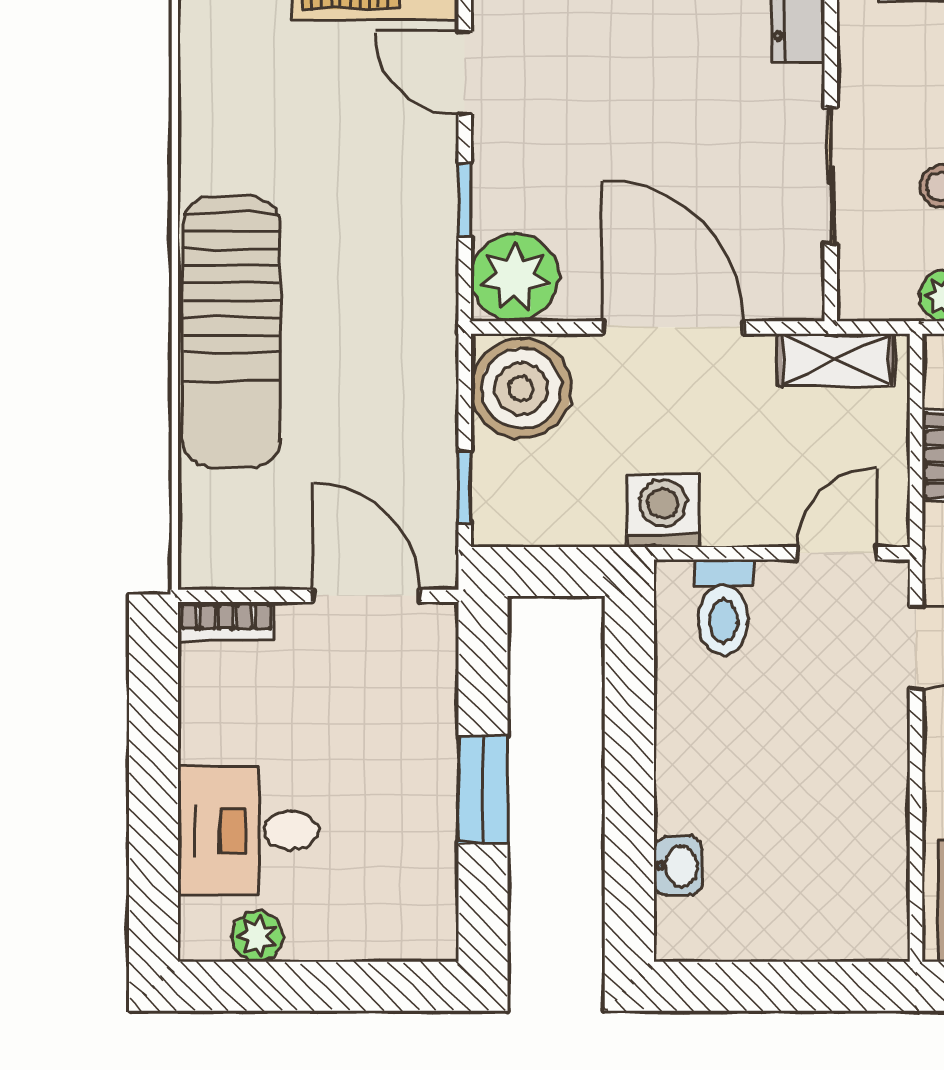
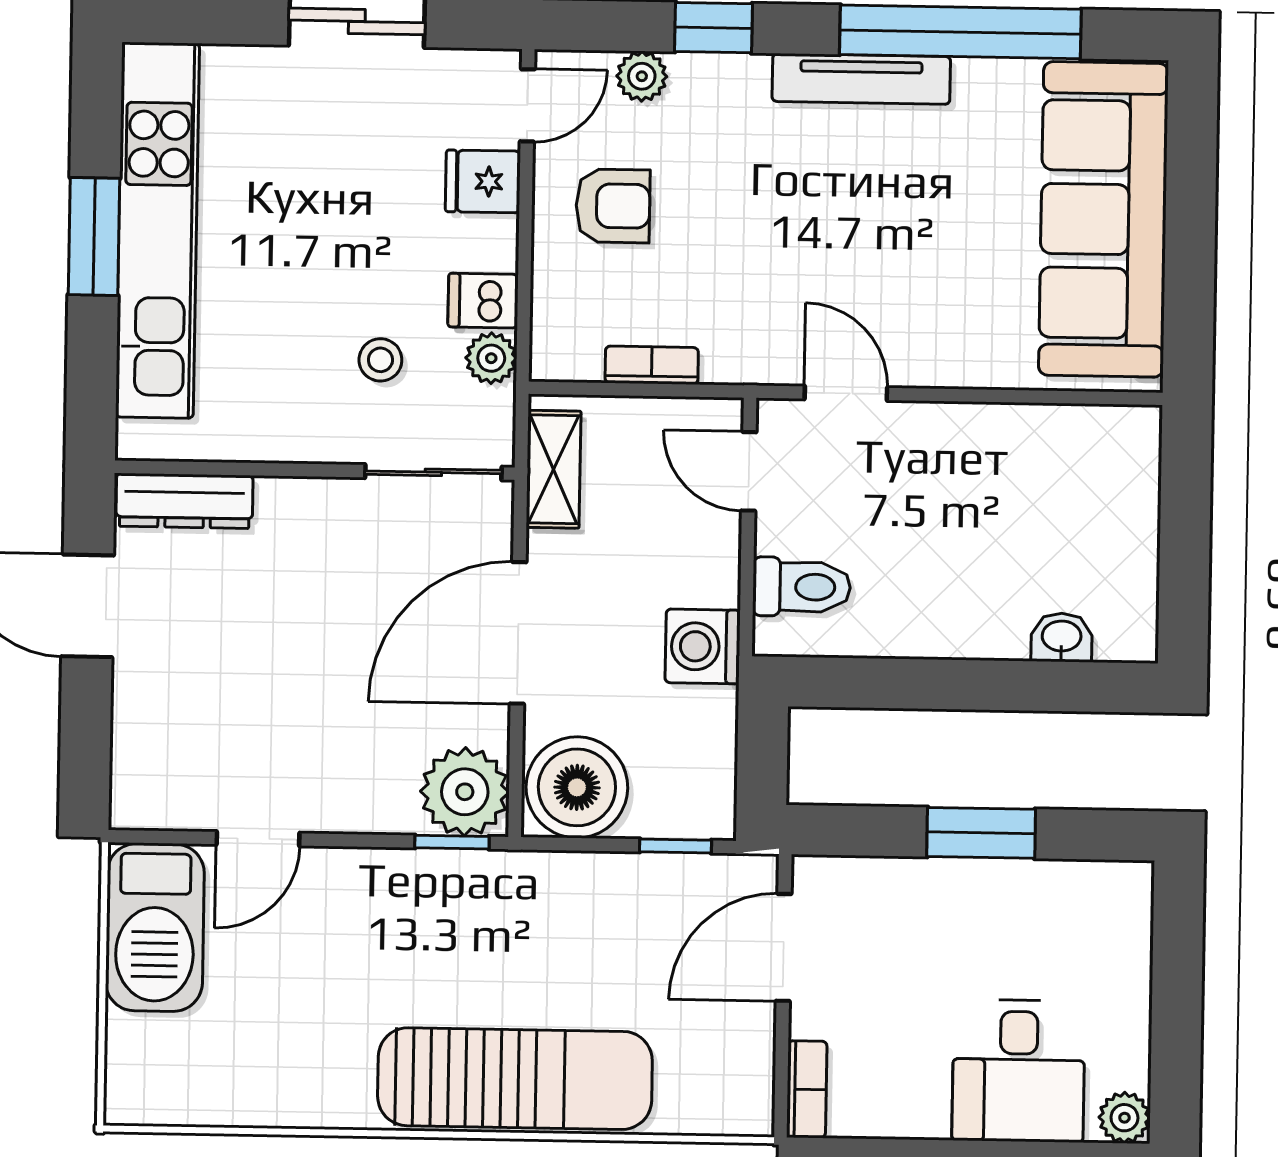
sliding door: (831, 176) -> (433, 472), moved
window: (465, 200) -> (452, 842), moved
plant: (257, 936) -> (1124, 1118), moved

